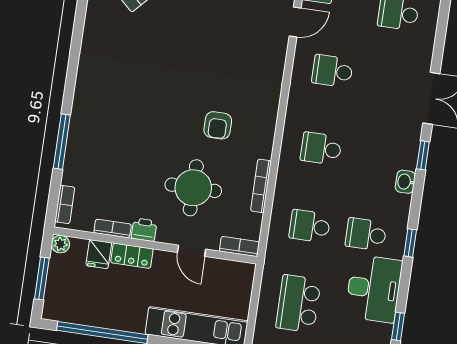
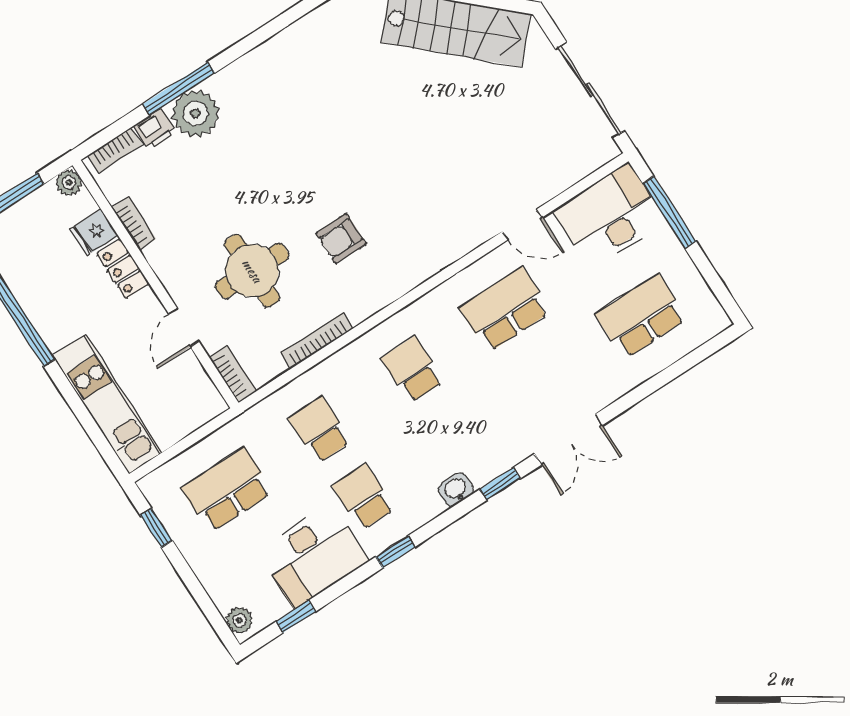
school desk: (332, 71) -> (505, 309), width x1.85
plant: (83, 144) -> (196, 113), added
printer: (144, 230) -> (155, 129), moved, turned 90

